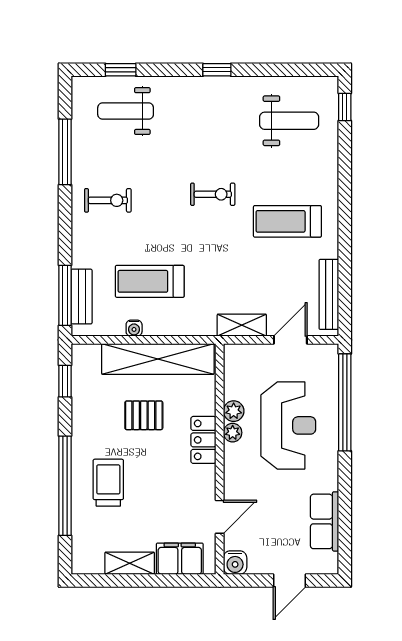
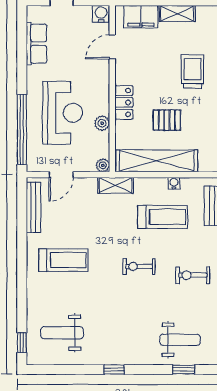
exercise bike: (213, 194) -> (139, 266), moved
shelving: (242, 325) -> (116, 185), moved
reception desk: (288, 425) -> (63, 113), turned 180
plant: (233, 433) -> (103, 165), moved
trolley: (108, 483) -> (193, 72), turned 180

